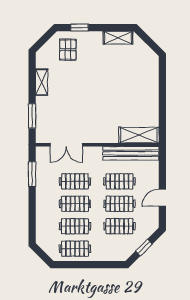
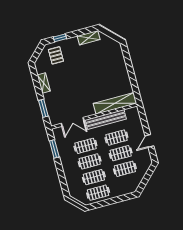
shelving: (139, 135) -> (115, 103), width x1.47
bench: (131, 153) -> (106, 119), moved
window: (144, 248) -> (146, 179), removed

